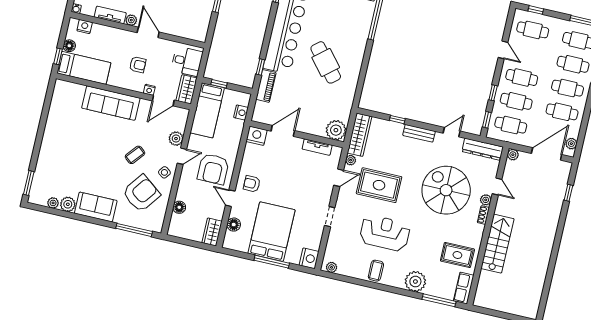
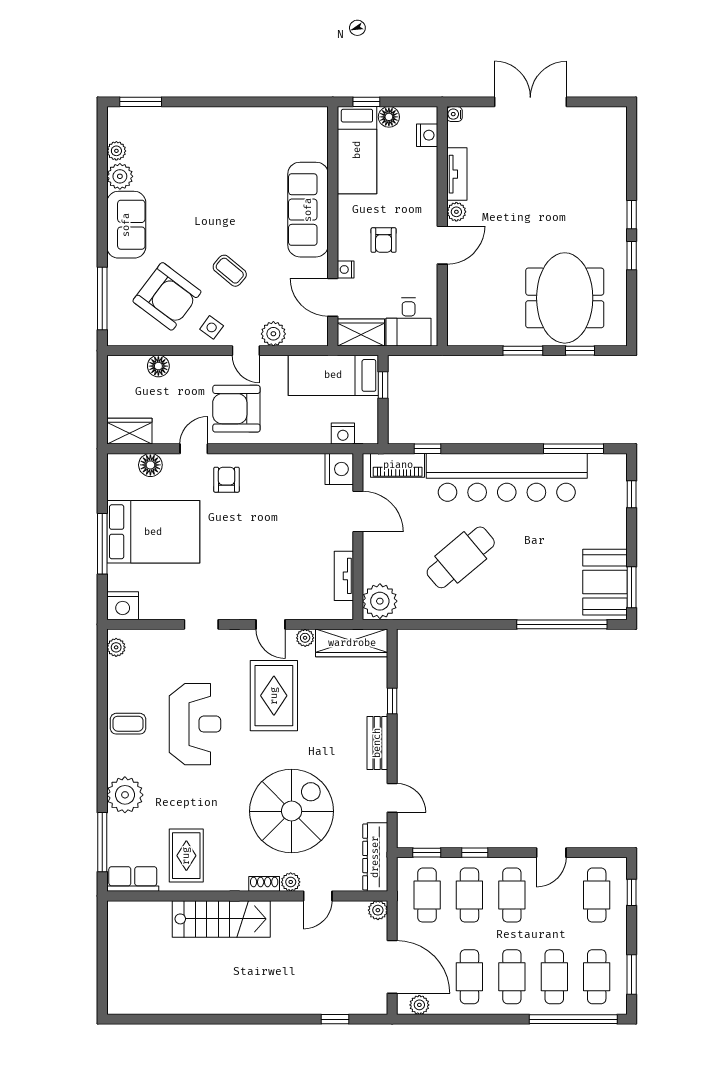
plant: (336, 130) -> (380, 601), moved
door: (283, 131) -> (358, 511), moved
wall: (297, 134) -> (358, 537), moved
nightstand: (257, 136) -> (339, 469), moved
tv unit: (317, 147) -> (344, 576), moved

